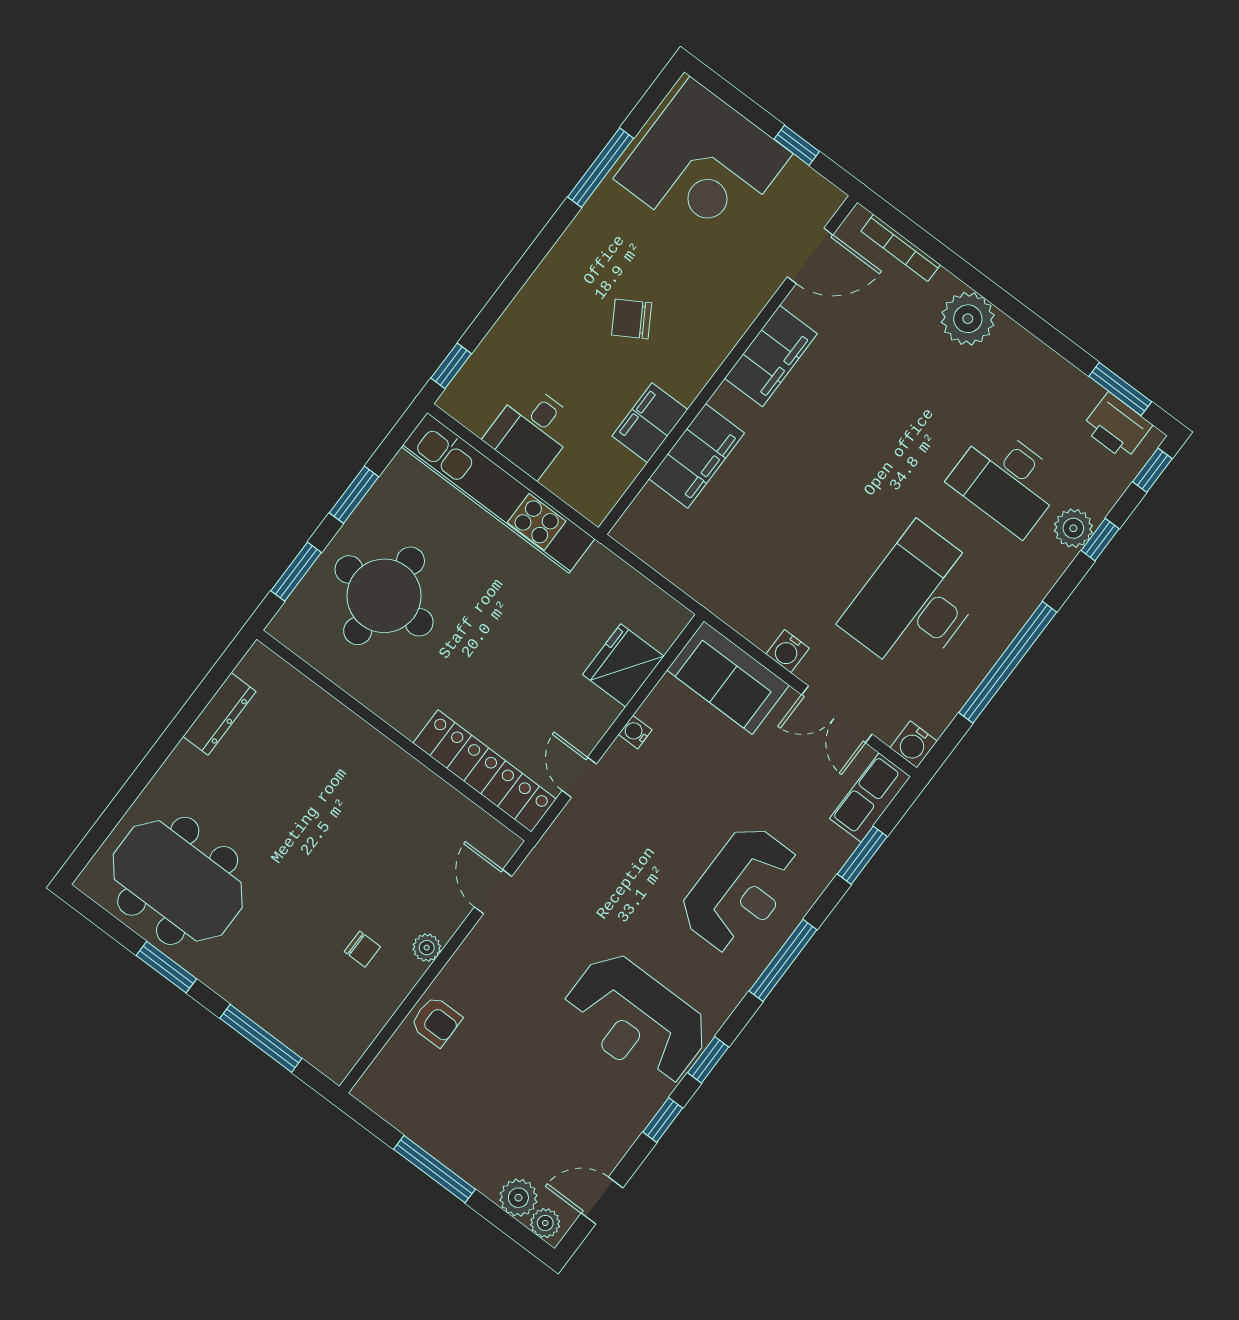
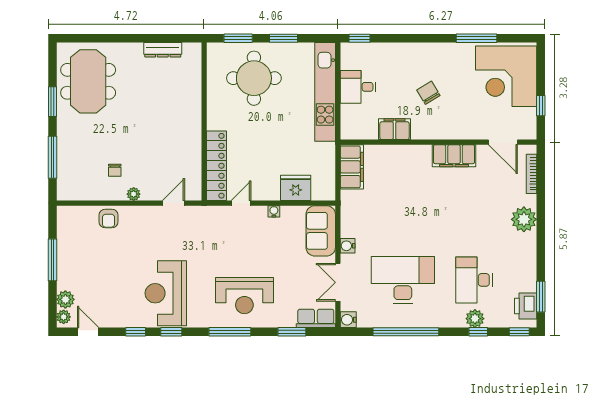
filing cabinet: (697, 456) -> (352, 167), moved, turned -90

